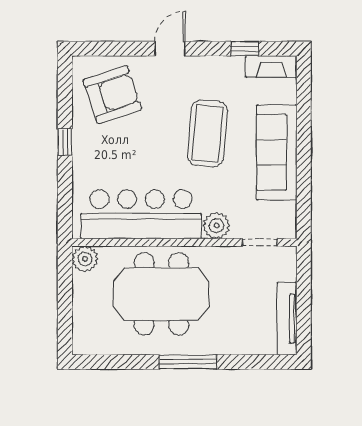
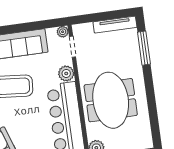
plant: (287, 229) -> (63, 32), added
window: (188, 362) -> (144, 48), moved

